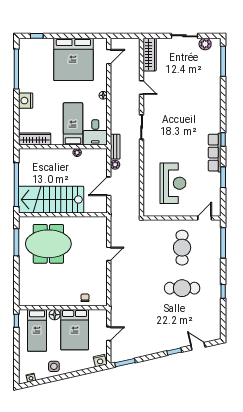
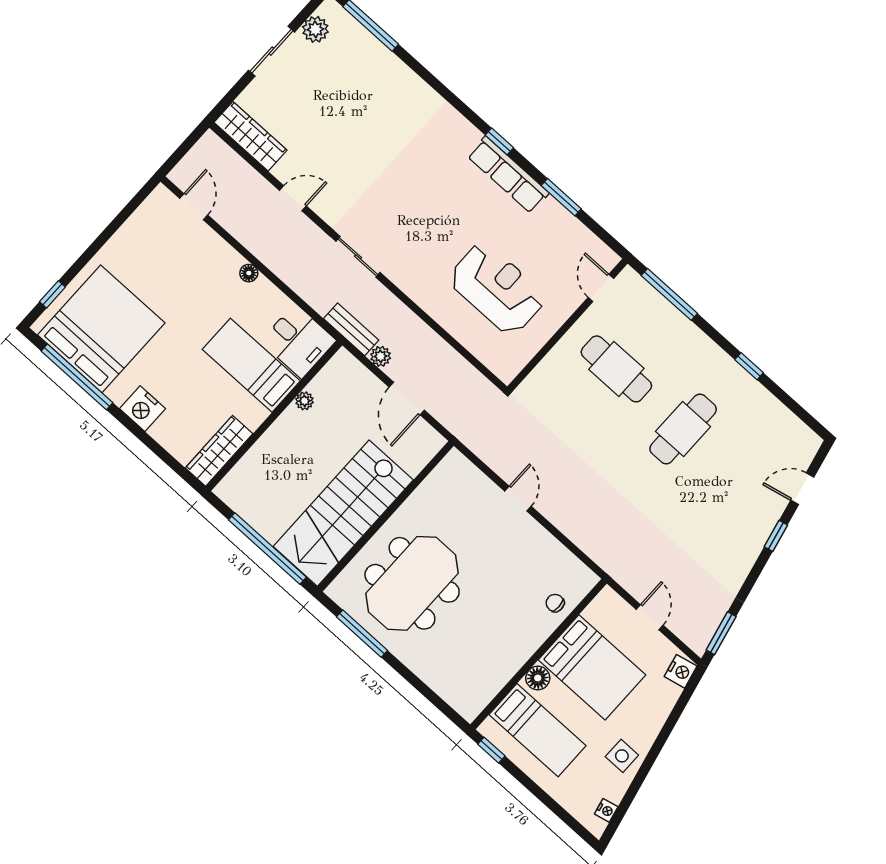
bed: (73, 59) -> (101, 329), moved, turned -90

